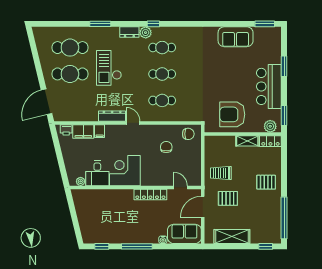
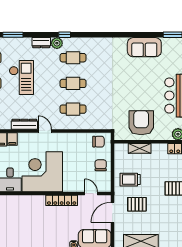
checkout: (109, 68) -> (21, 77), turned 180
armchair: (232, 114) -> (141, 123), turned 90
shelving: (247, 141) -> (140, 148), moved
chair: (166, 147) -> (101, 165), moved
corner desk: (125, 171) -> (42, 172), width x1.36, depth x1.36

